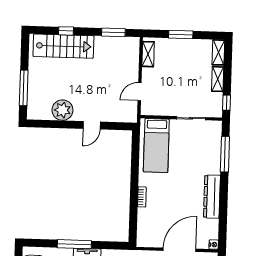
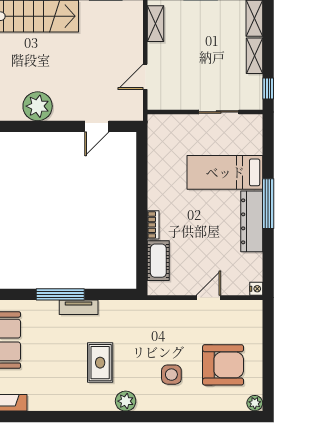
door: (92, 125) -> (97, 126), moved
bed: (156, 146) -> (225, 172), moved, turned 90
window: (225, 154) -> (268, 204), moved
cot: (145, 222) -> (158, 261), added
door: (180, 250) -> (208, 298), width x0.53

